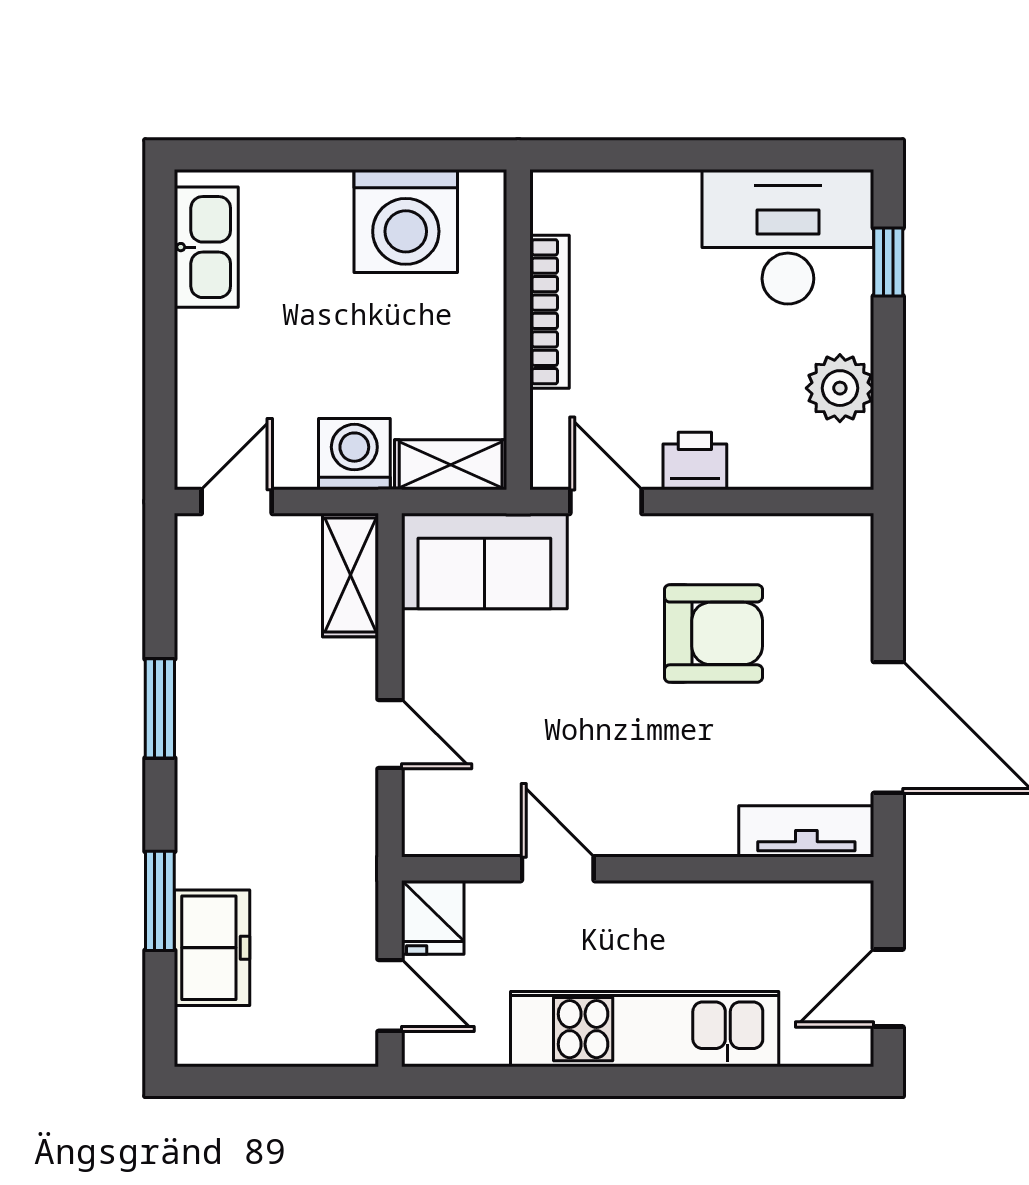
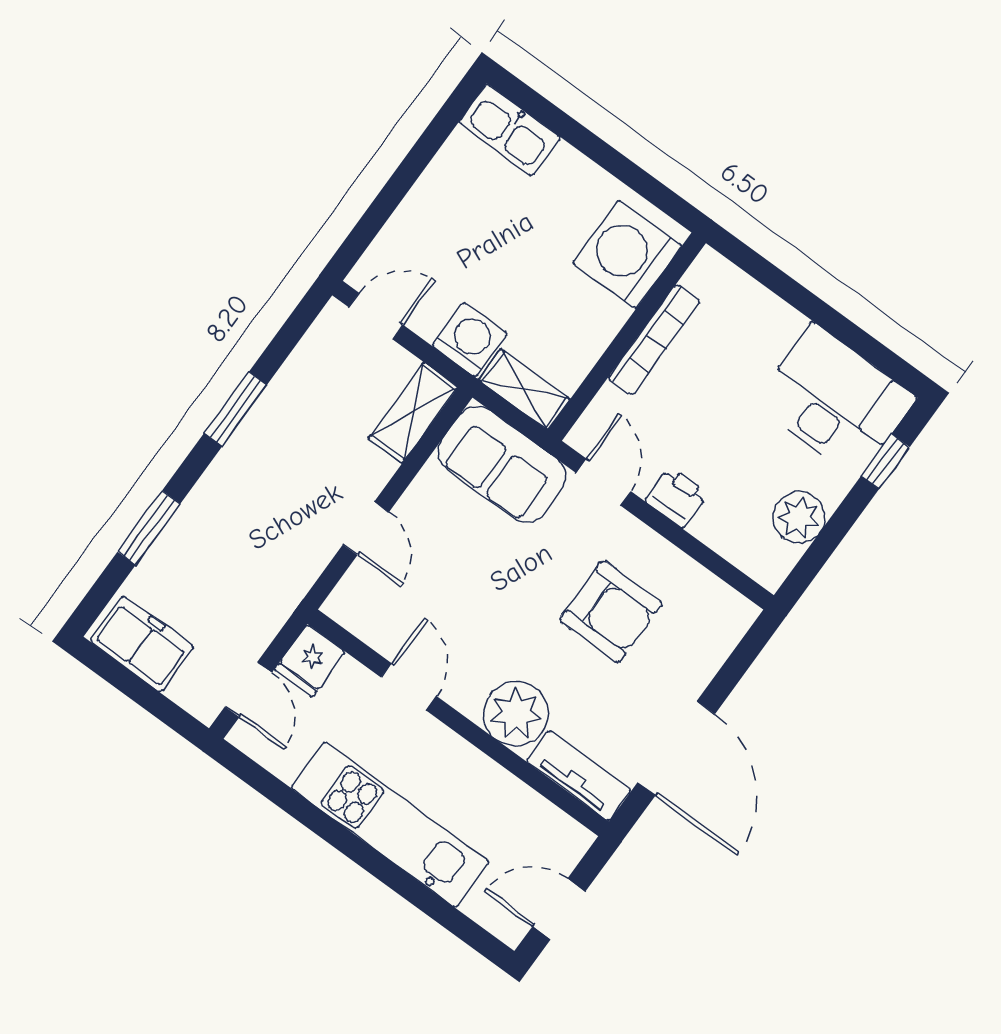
washing machine: (406, 221) -> (627, 254), moved, turned 90
kitchen sink: (206, 247) -> (510, 130), moved, turned 90
plant: (692, 815) -> (516, 714), added
freezer: (212, 948) -> (142, 644), moved, turned -90

